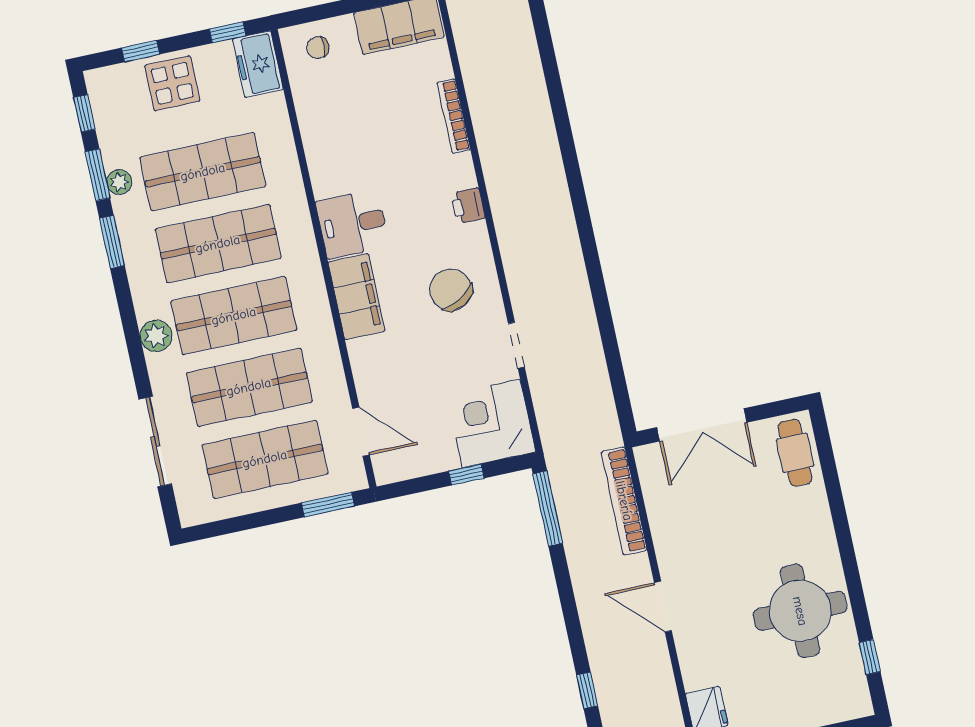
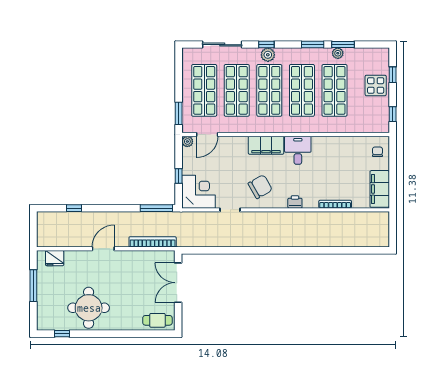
freezer: (258, 64) -> (376, 124), removed
window: (84, 113) -> (266, 45), moved
plant: (386, 472) -> (187, 141), added

